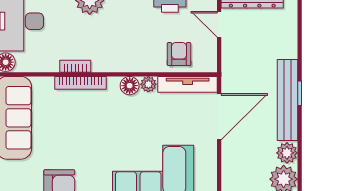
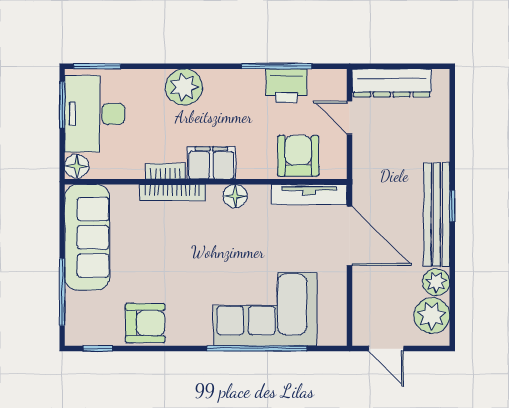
armchair: (179, 54) -> (298, 156), width x1.38, depth x1.38
filing cabinet: (111, 60) -> (211, 163), added
plant: (148, 84) -> (259, 194), removed
door: (219, 117) -> (350, 236), hinge flipped

